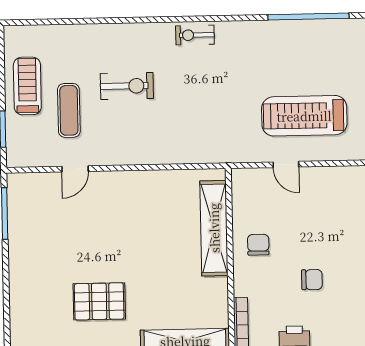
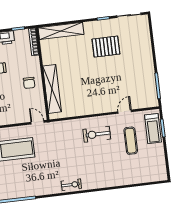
treadmill: (27, 86) -> (153, 129), moved
exercise bike: (127, 86) -> (97, 134), moved
door: (286, 164) -> (37, 122), moved

